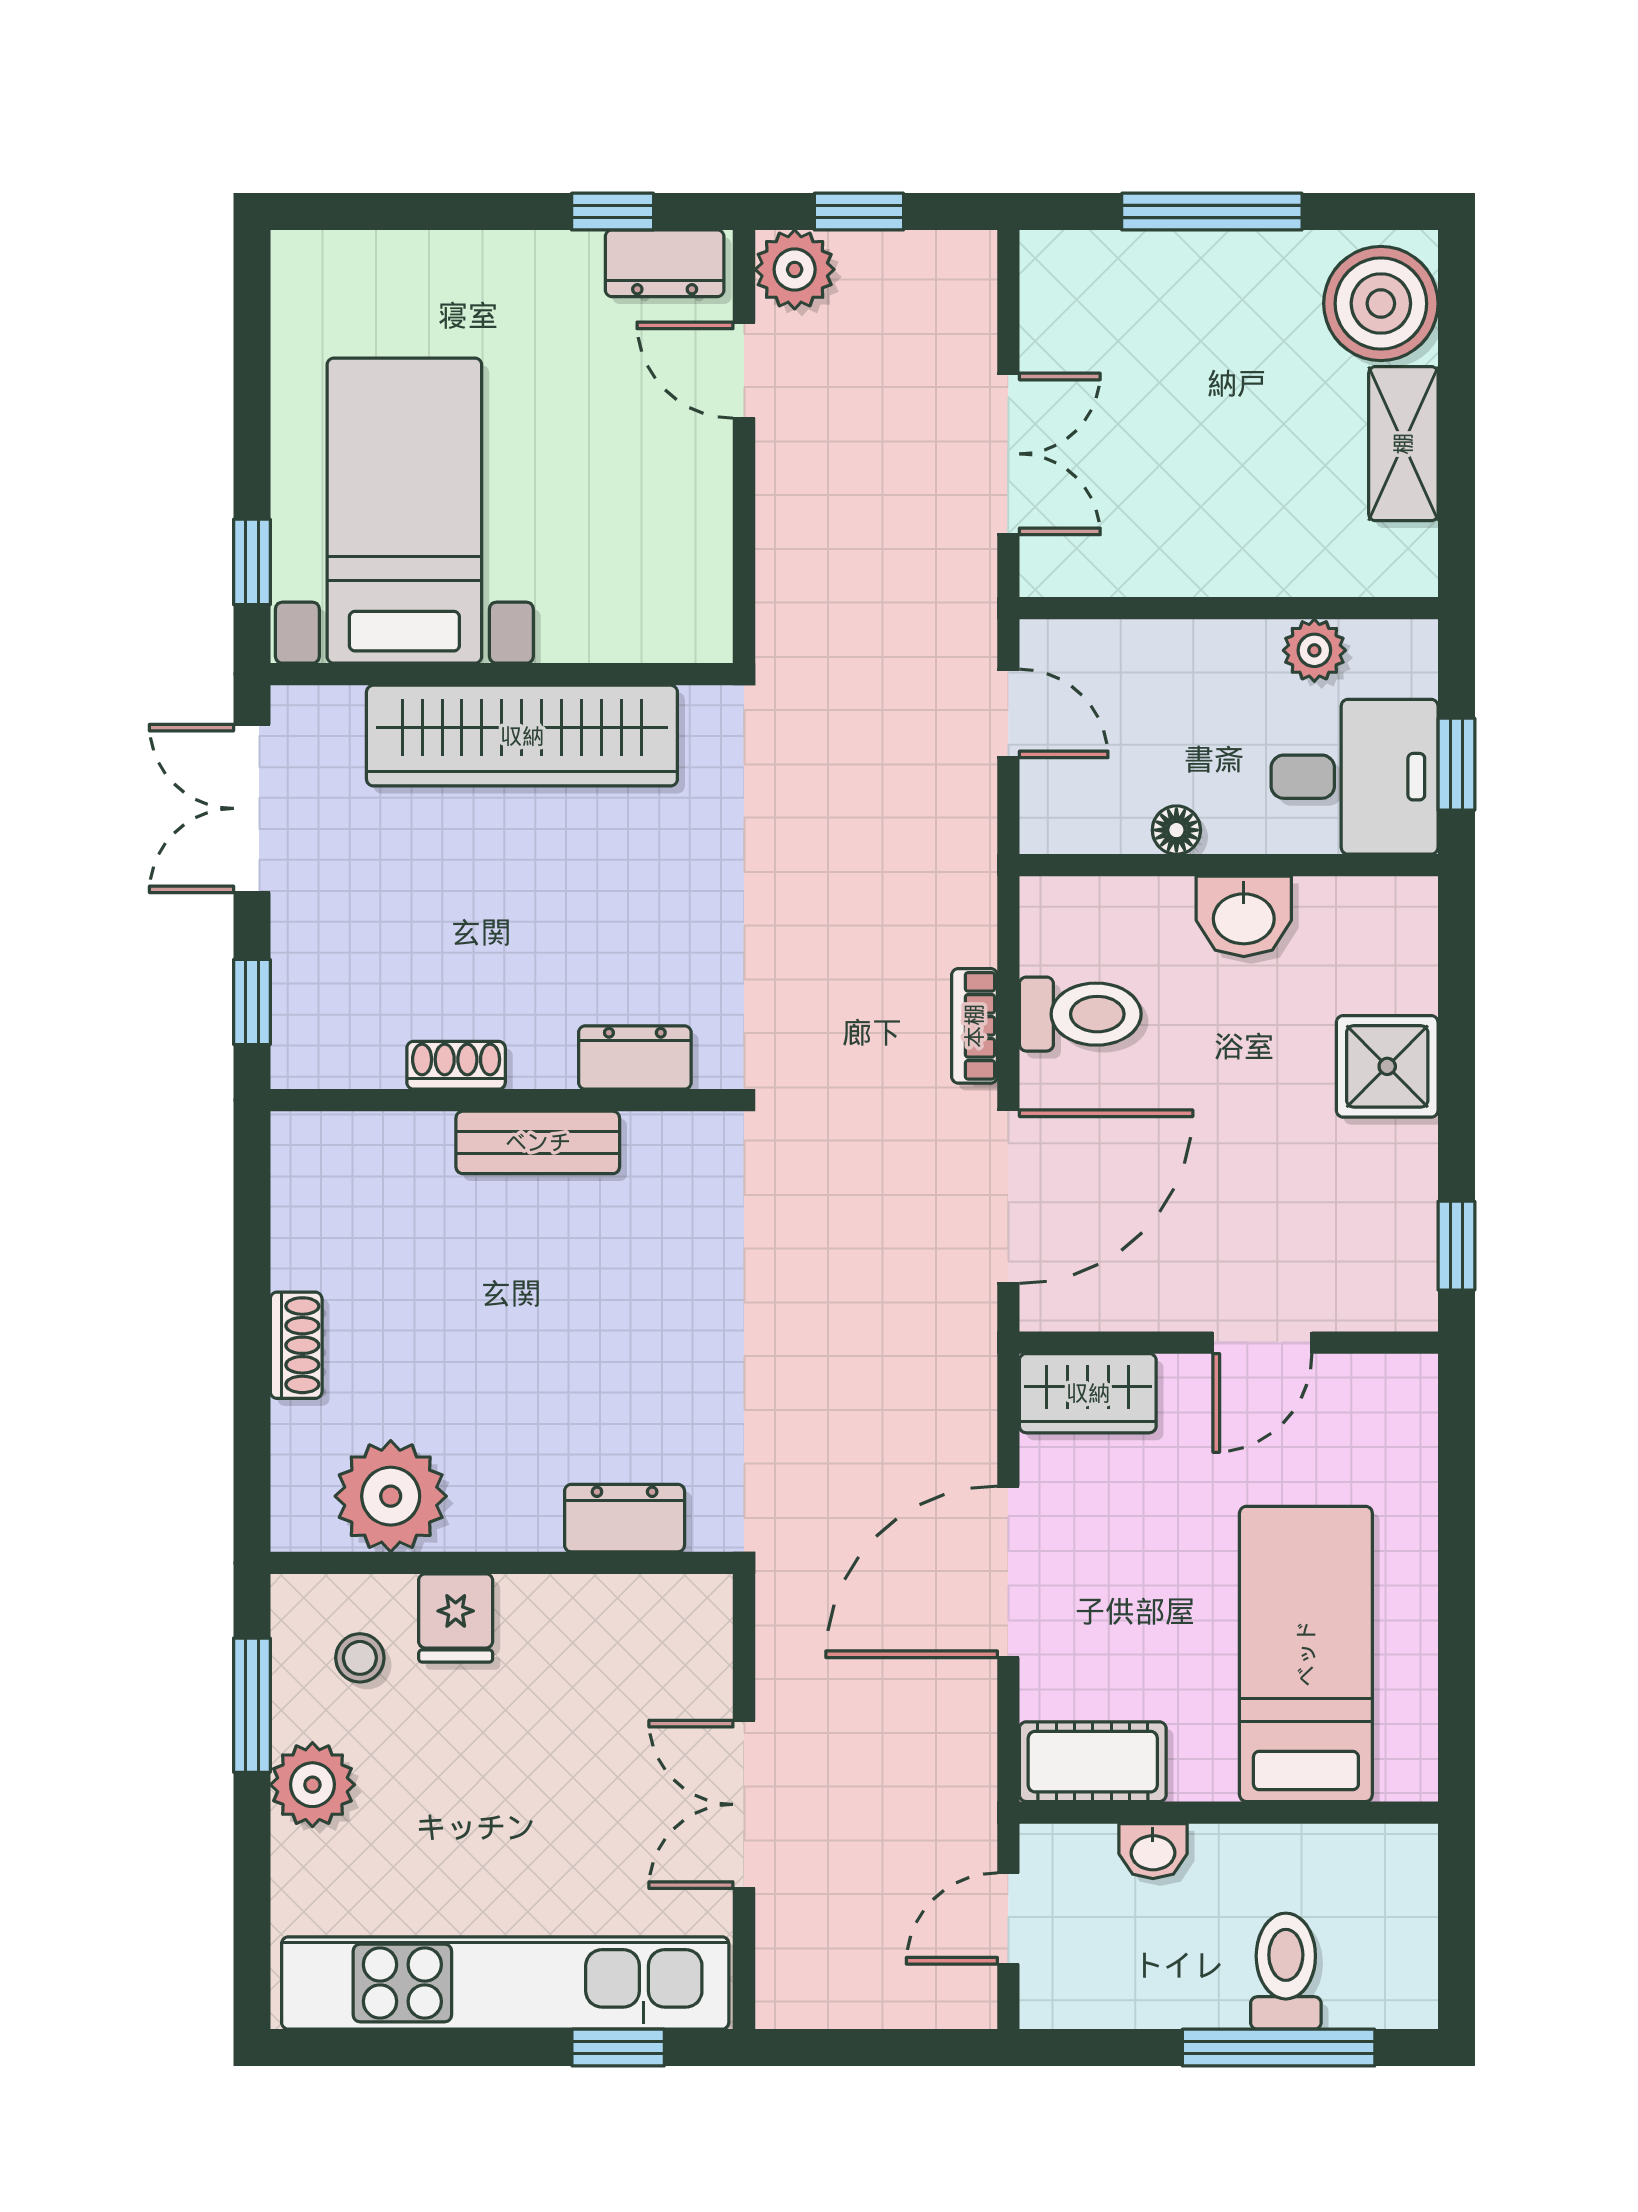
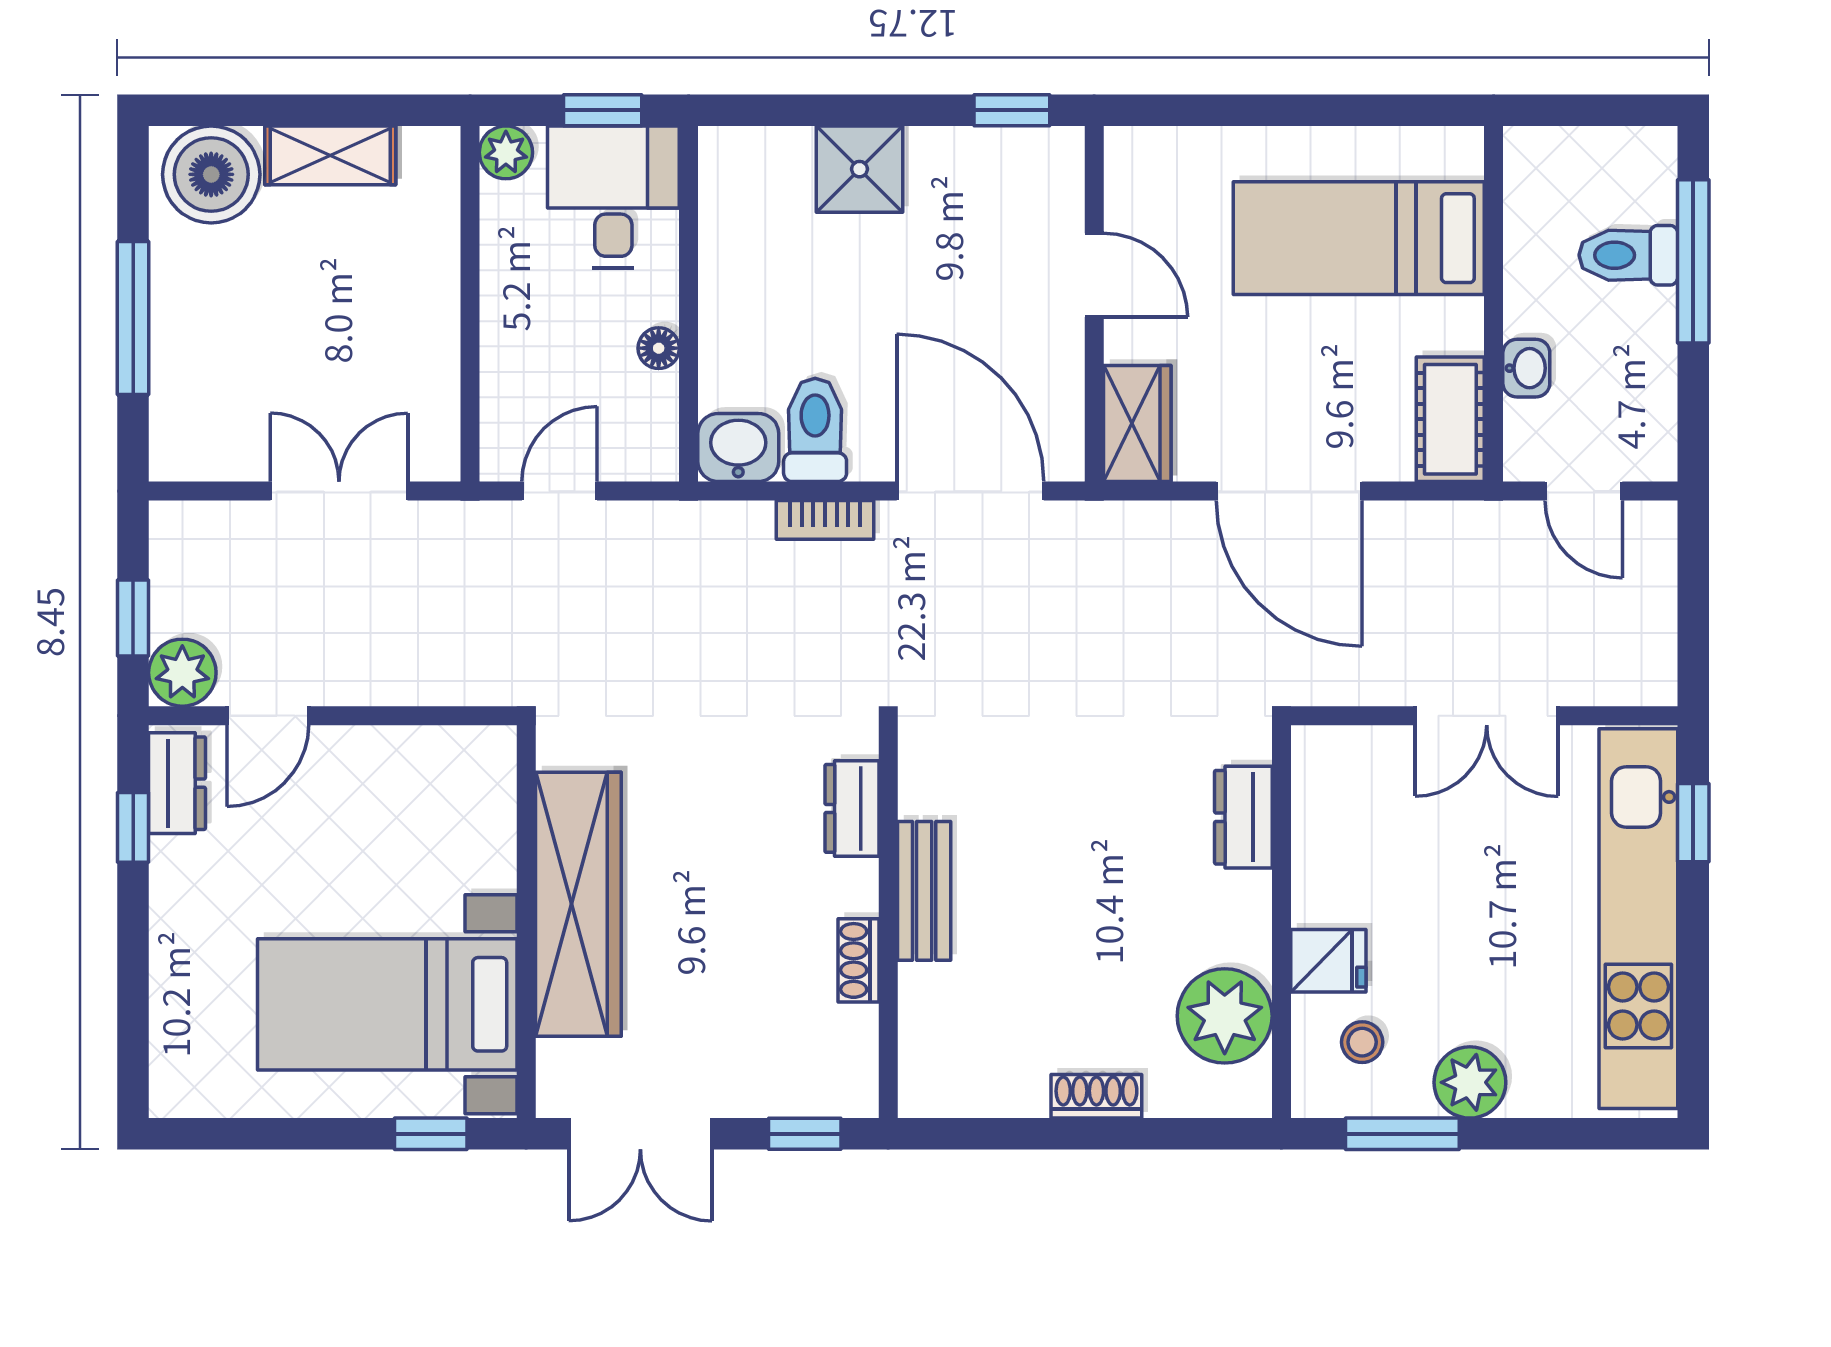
plant: (1314, 650) -> (506, 152), moved
washbasin: (1244, 916) -> (738, 447), moved, turned -90

